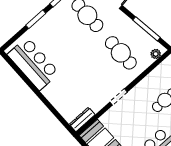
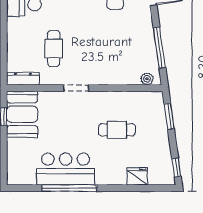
cafe table: (121, 53) -> (54, 49), moved, width x0.73, depth x0.74

